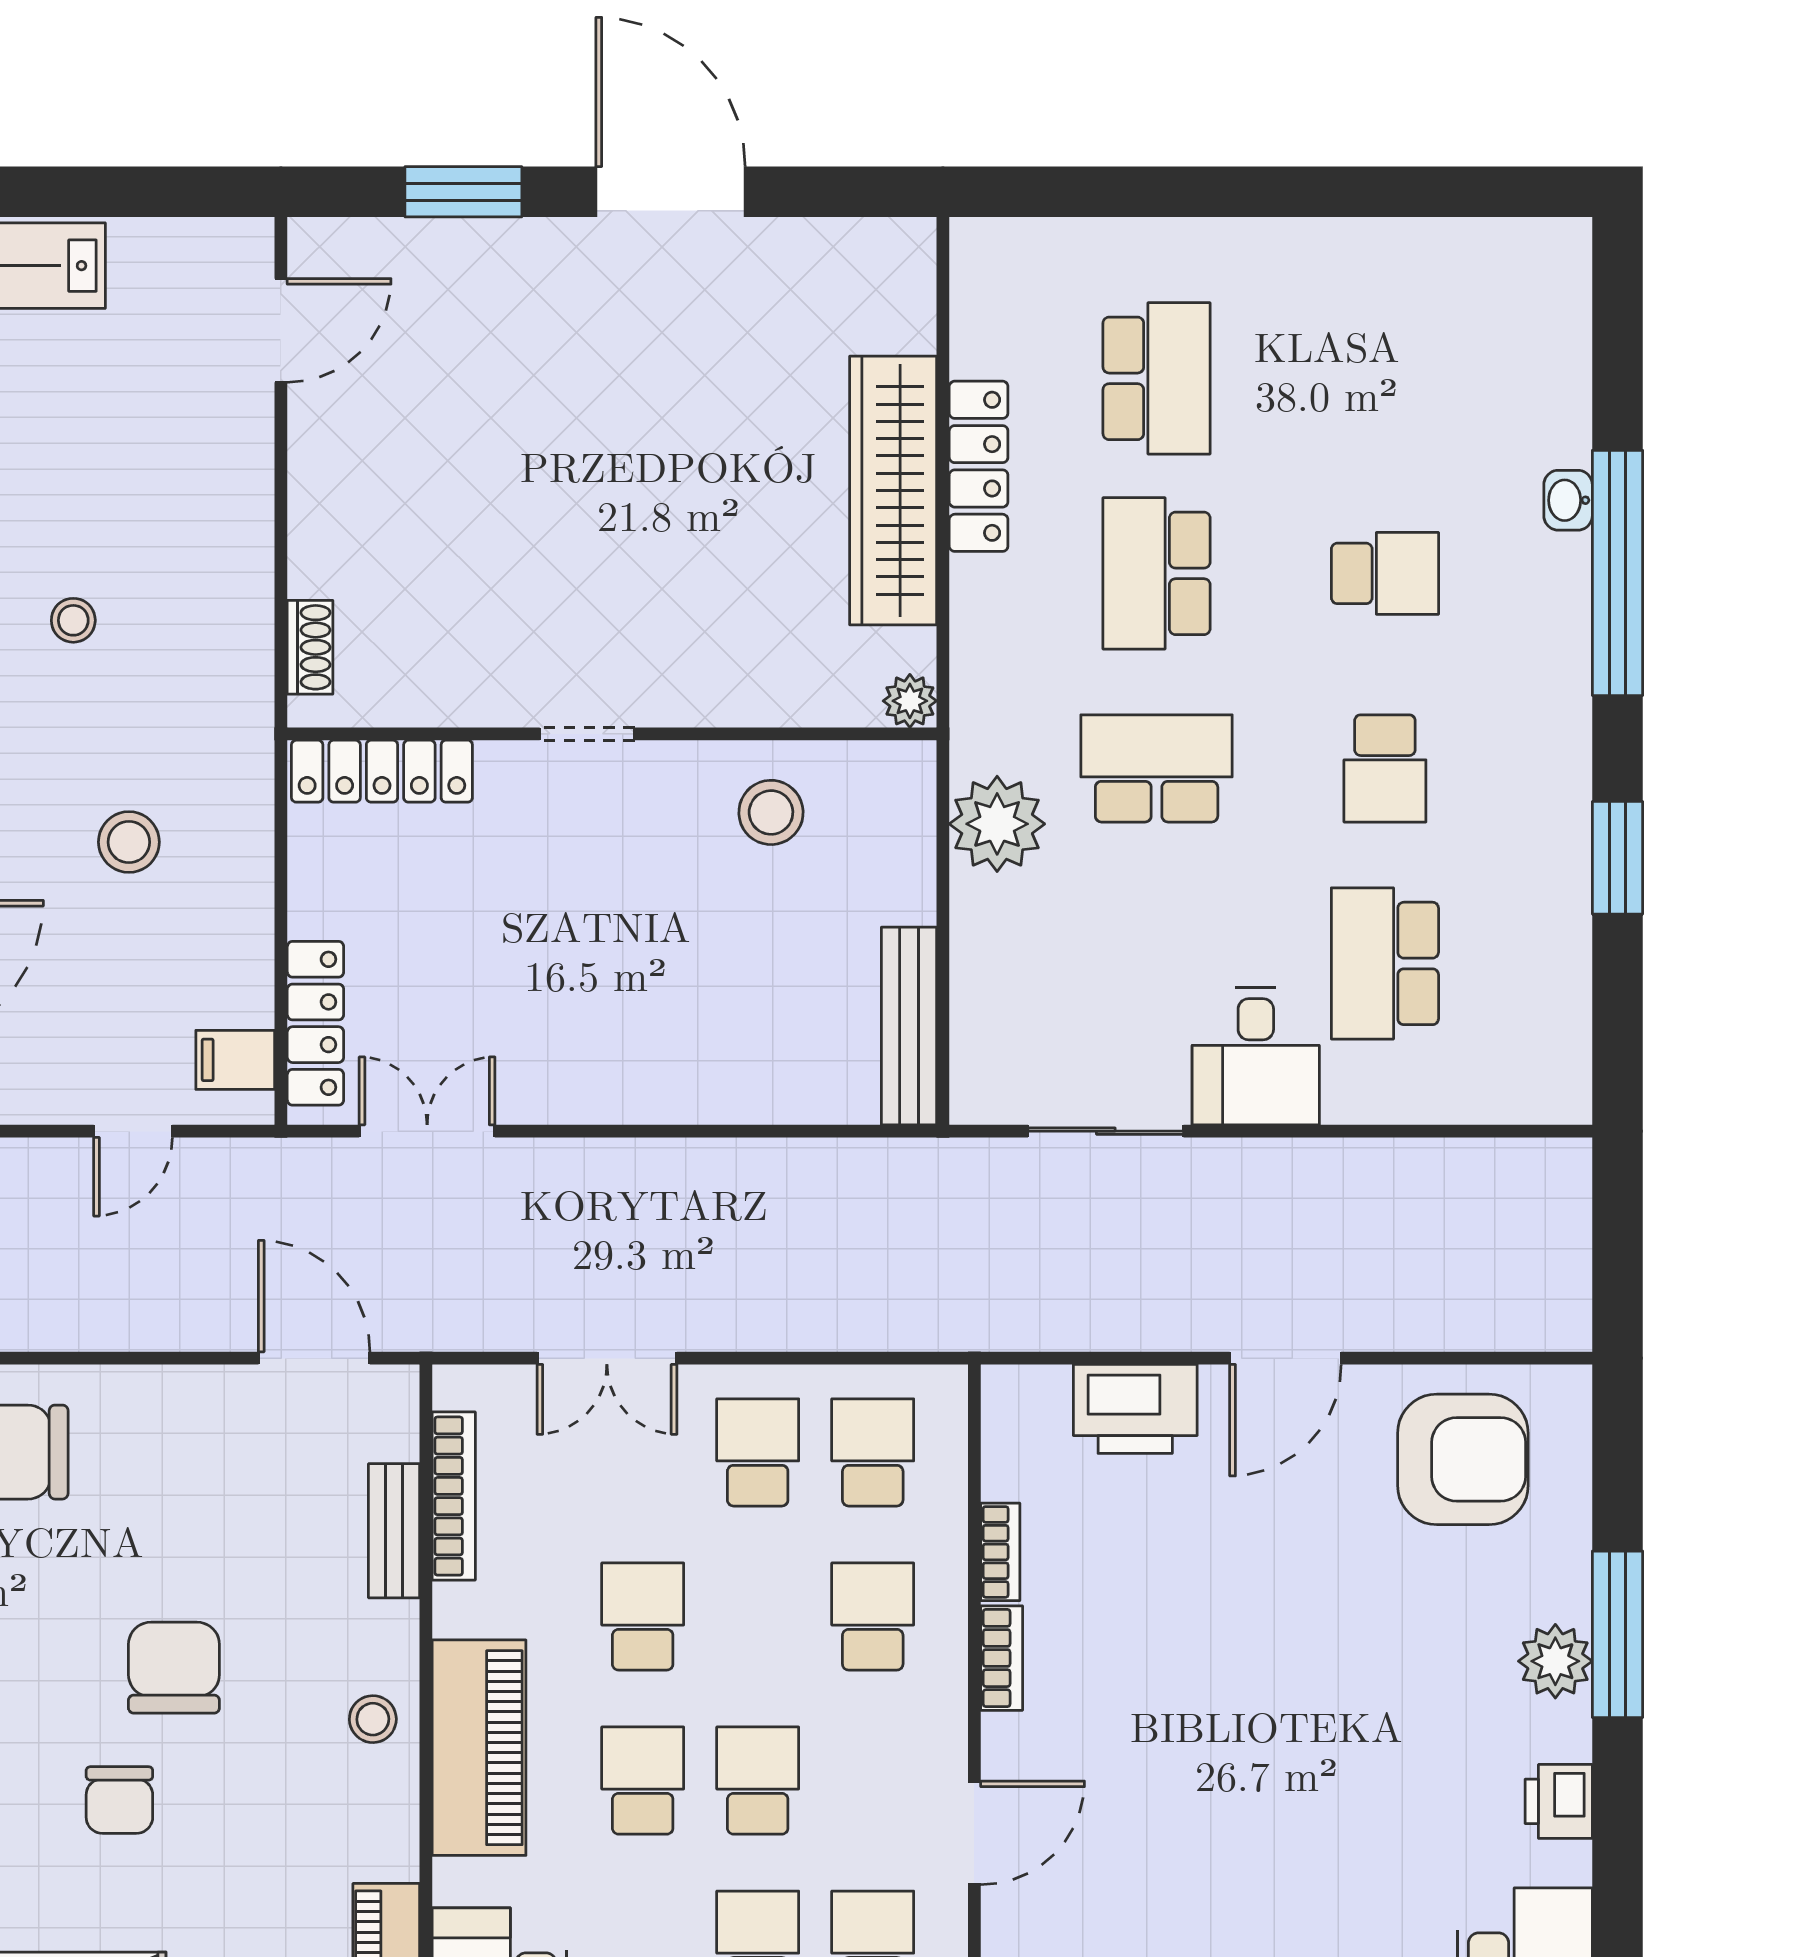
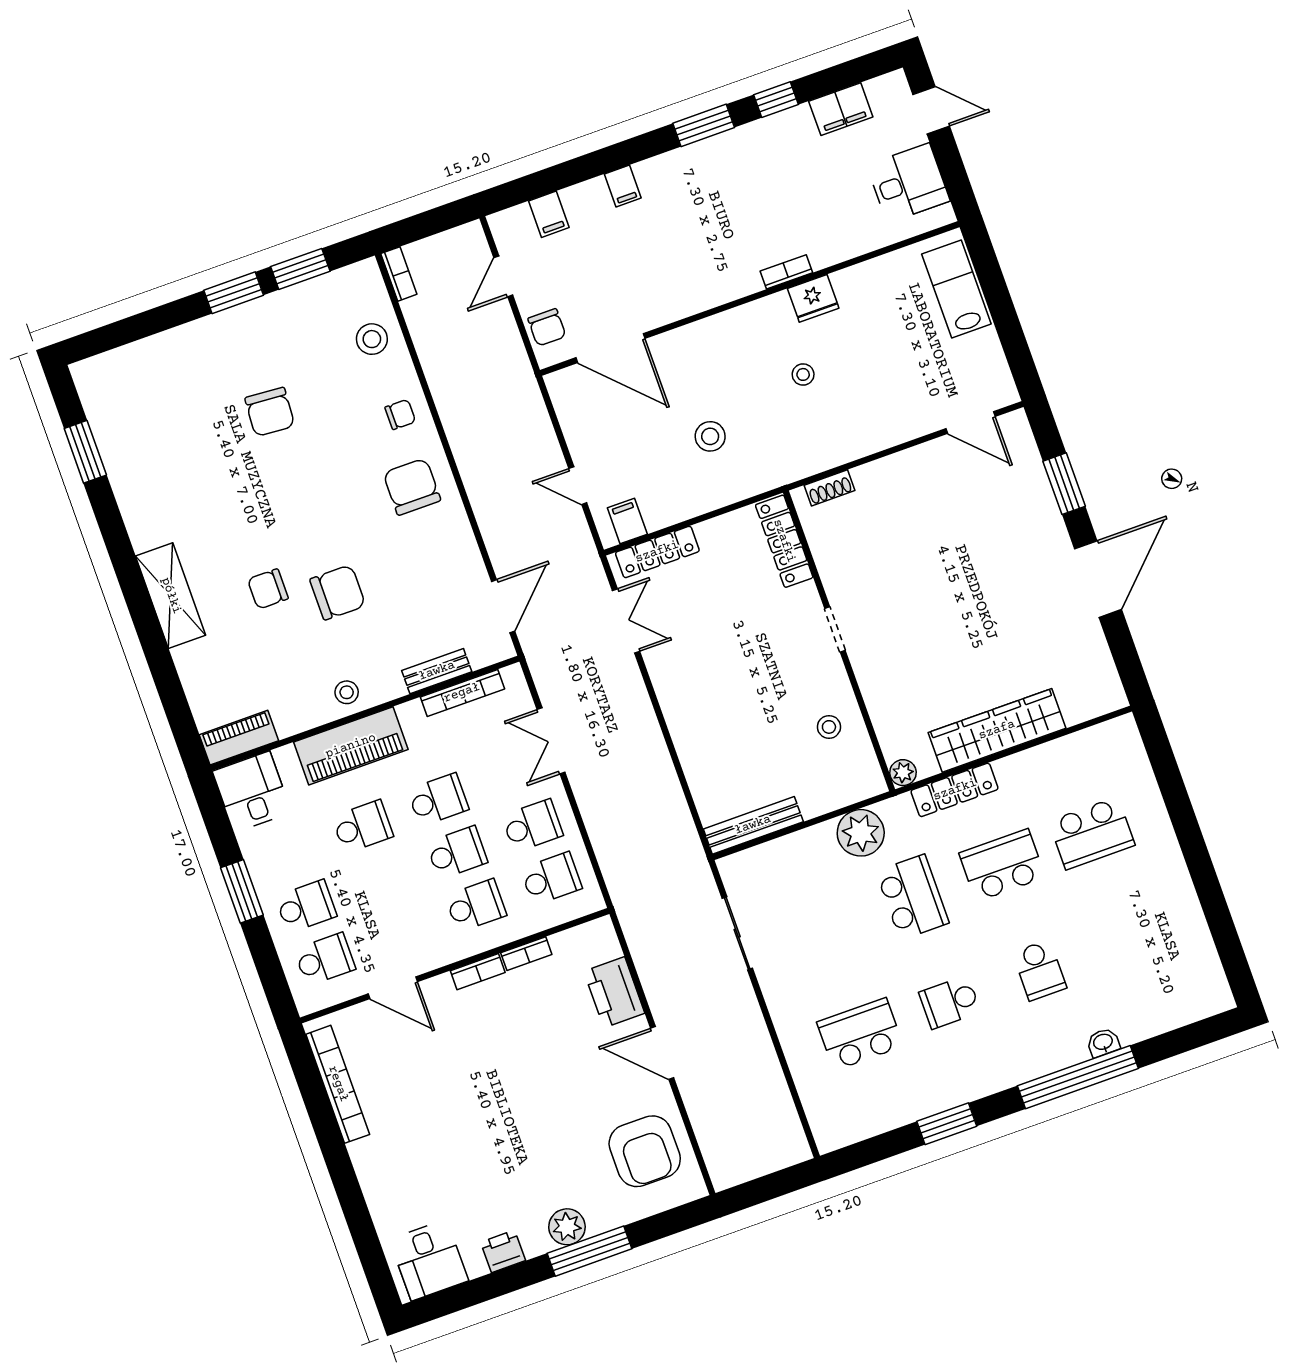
locker: (979, 466) -> (955, 790), moved
stool: (771, 812) -> (829, 727), width x0.73, depth x0.73
desk: (1256, 1056) -> (796, 990), removed
school desk: (758, 1781) -> (457, 853), moved

